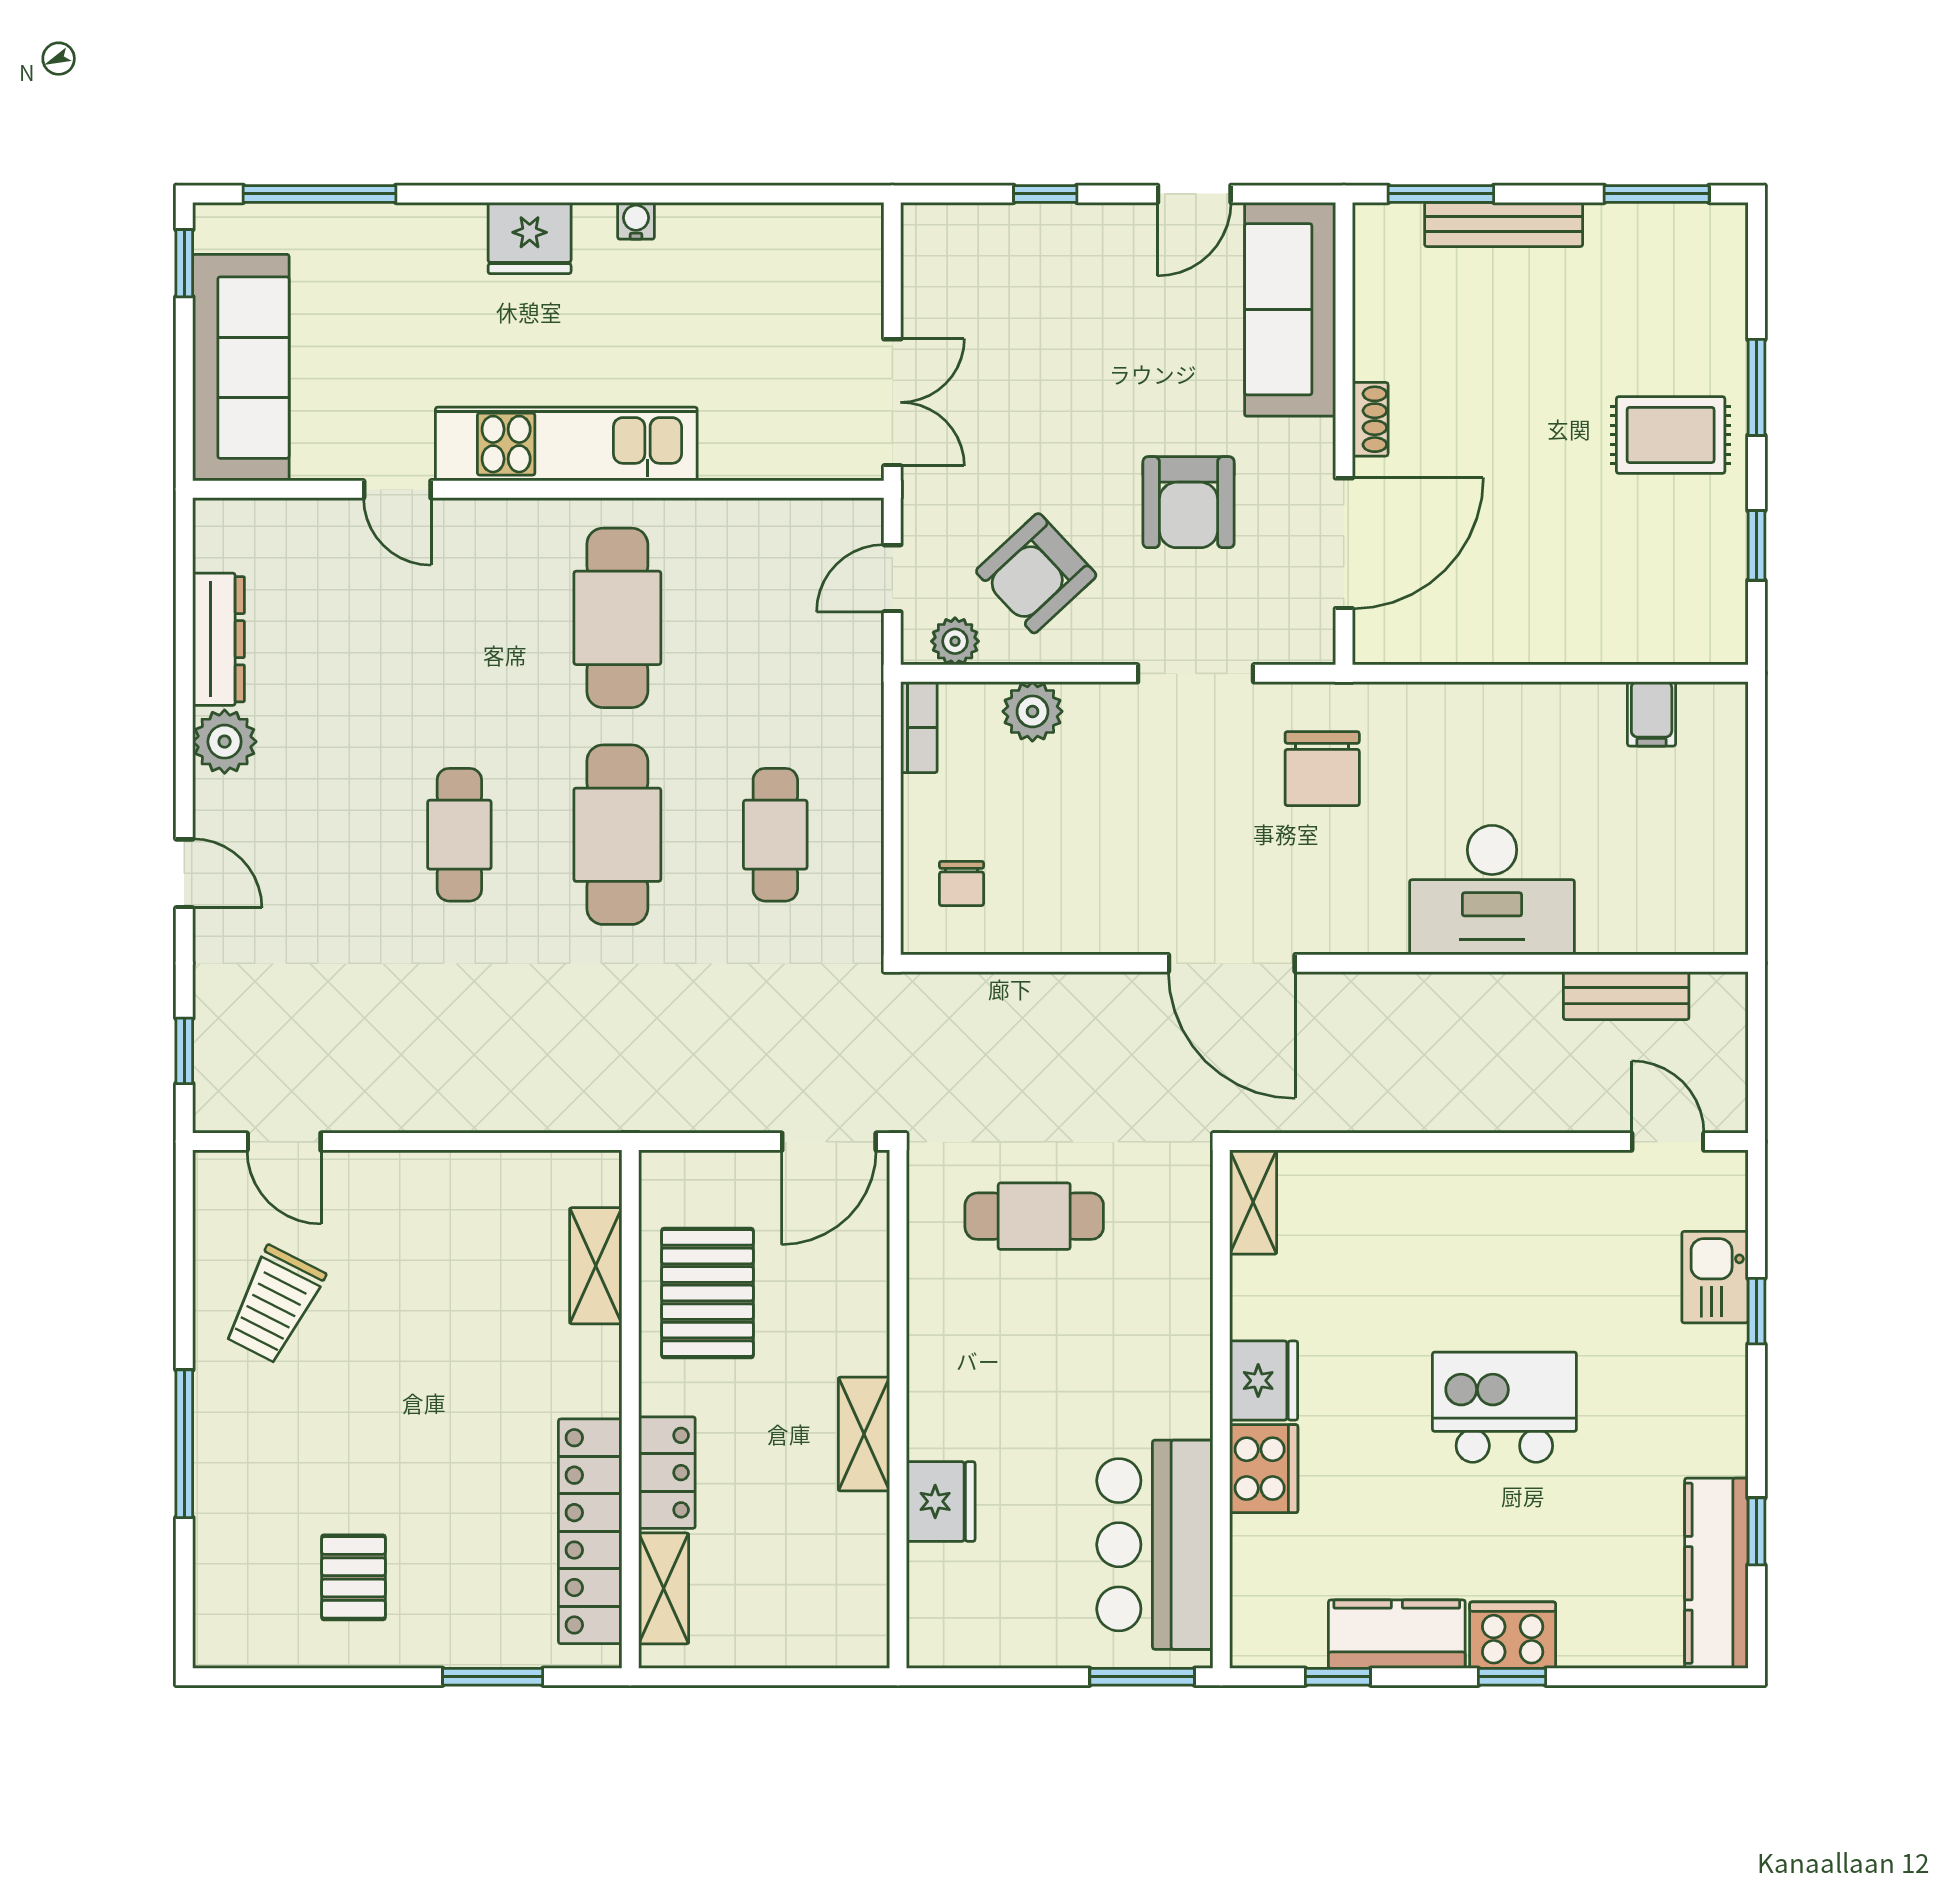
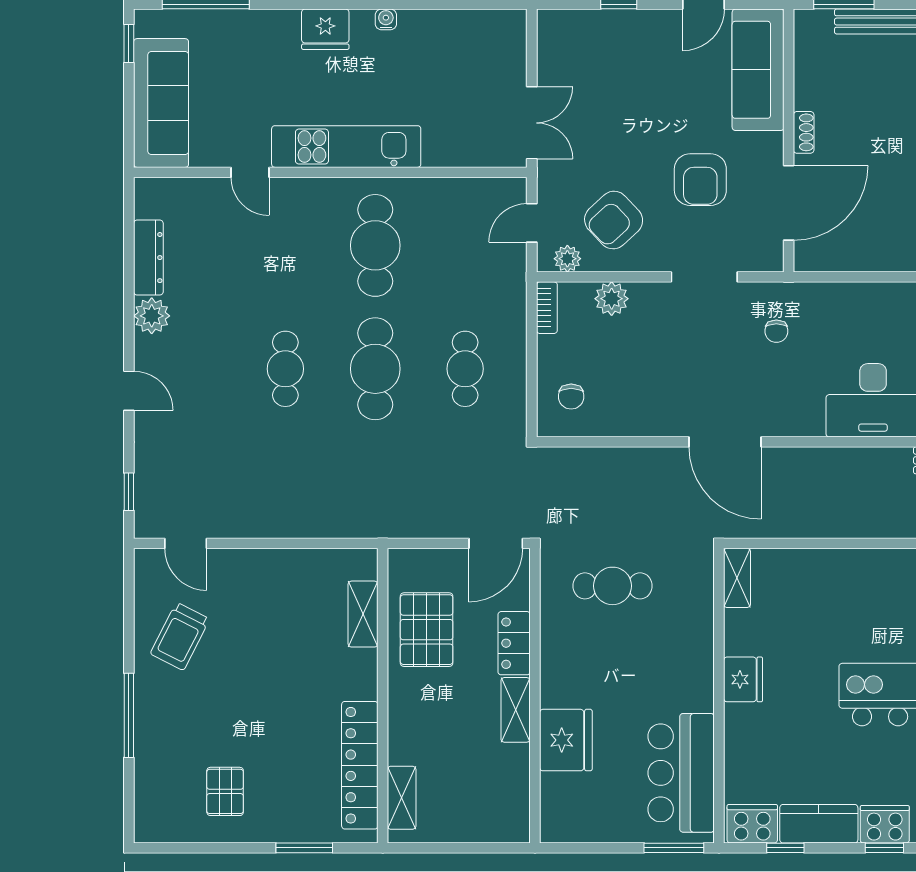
chair: (1322, 769) -> (776, 331), width x0.54, depth x0.54
cooker: (1264, 1469) -> (752, 824), moved, turned -90
locker: (667, 1473) -> (514, 643), moved, turned 180
fridge: (941, 1501) -> (566, 740), width x1.36, depth x1.34

